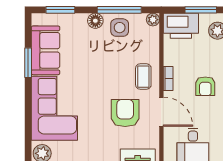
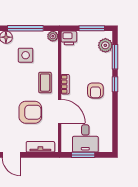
printer: (181, 26) -> (69, 38), width x0.53, depth x0.68
side table: (120, 28) -> (26, 55), moved
armchair: (125, 113) -> (30, 112), turned 90

